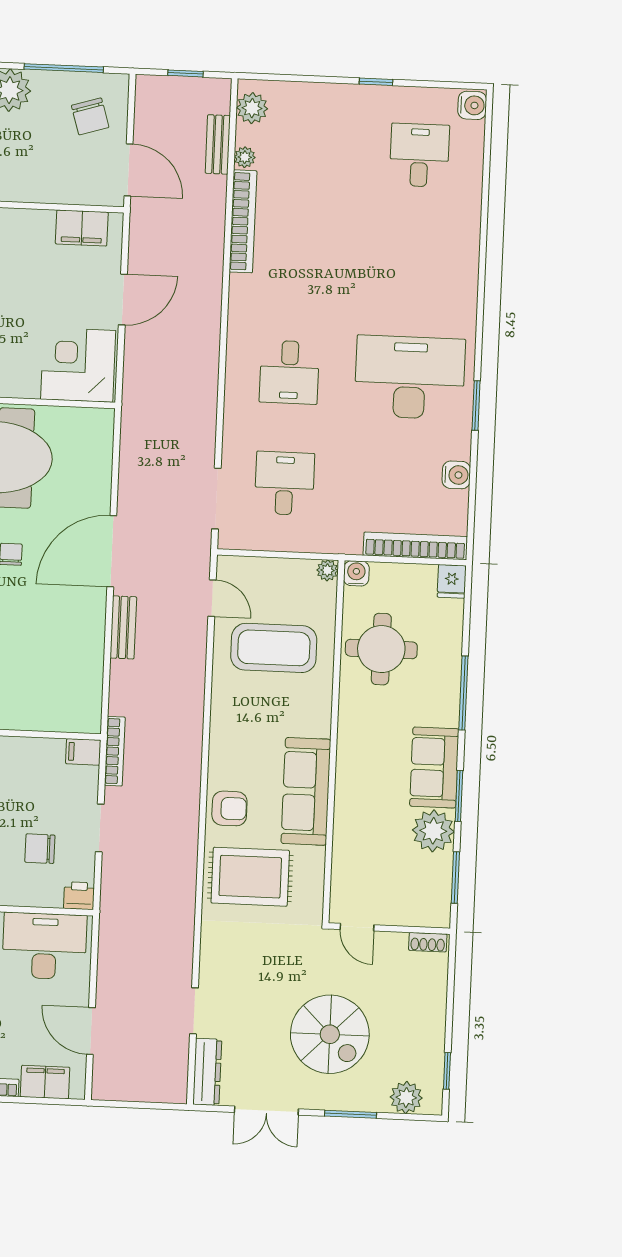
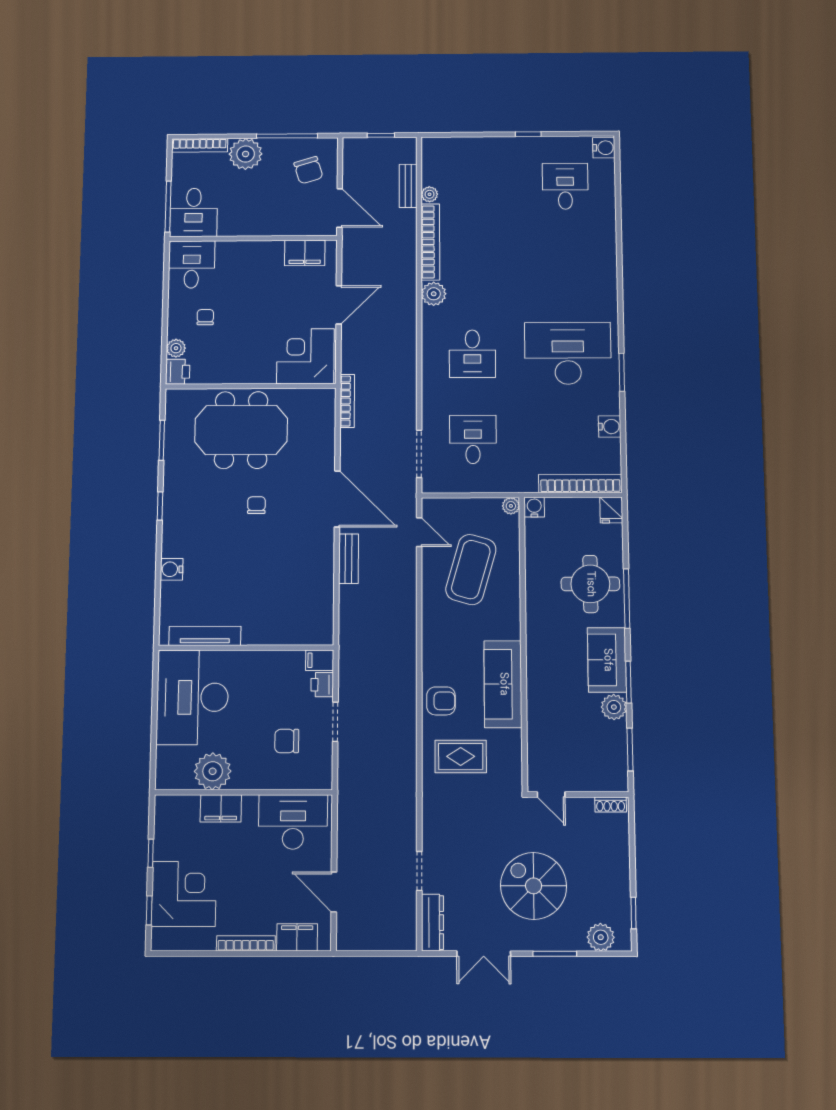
plant: (252, 108) -> (434, 294), moved
door: (112, 551) -> (337, 499), swing flipped
coffee table: (274, 648) -> (471, 569), turned -74
round table: (381, 649) -> (590, 584), moved
bookcase: (115, 751) -> (347, 401), moved
plant: (433, 831) -> (614, 707), width x0.73, depth x0.73
rug: (250, 877) -> (461, 756), width x0.73, depth x0.70
printer: (79, 896) -> (322, 685), moved, turned -90
spiral stairs: (330, 1034) -> (534, 886), turned 180

